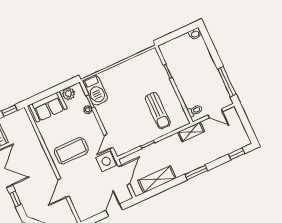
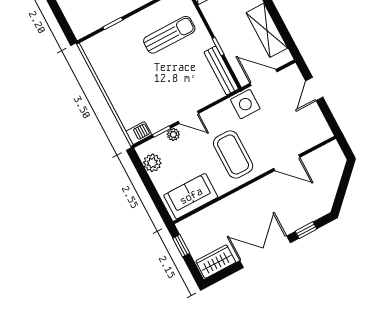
barbecue: (95, 90) -> (139, 133), width x0.53, depth x0.65
sofa: (48, 107) -> (191, 196), moved, turned -90
door: (109, 142) -> (188, 117), moved
bench: (131, 146) -> (221, 70), added
door: (114, 210) -> (314, 89), hinge flipped

